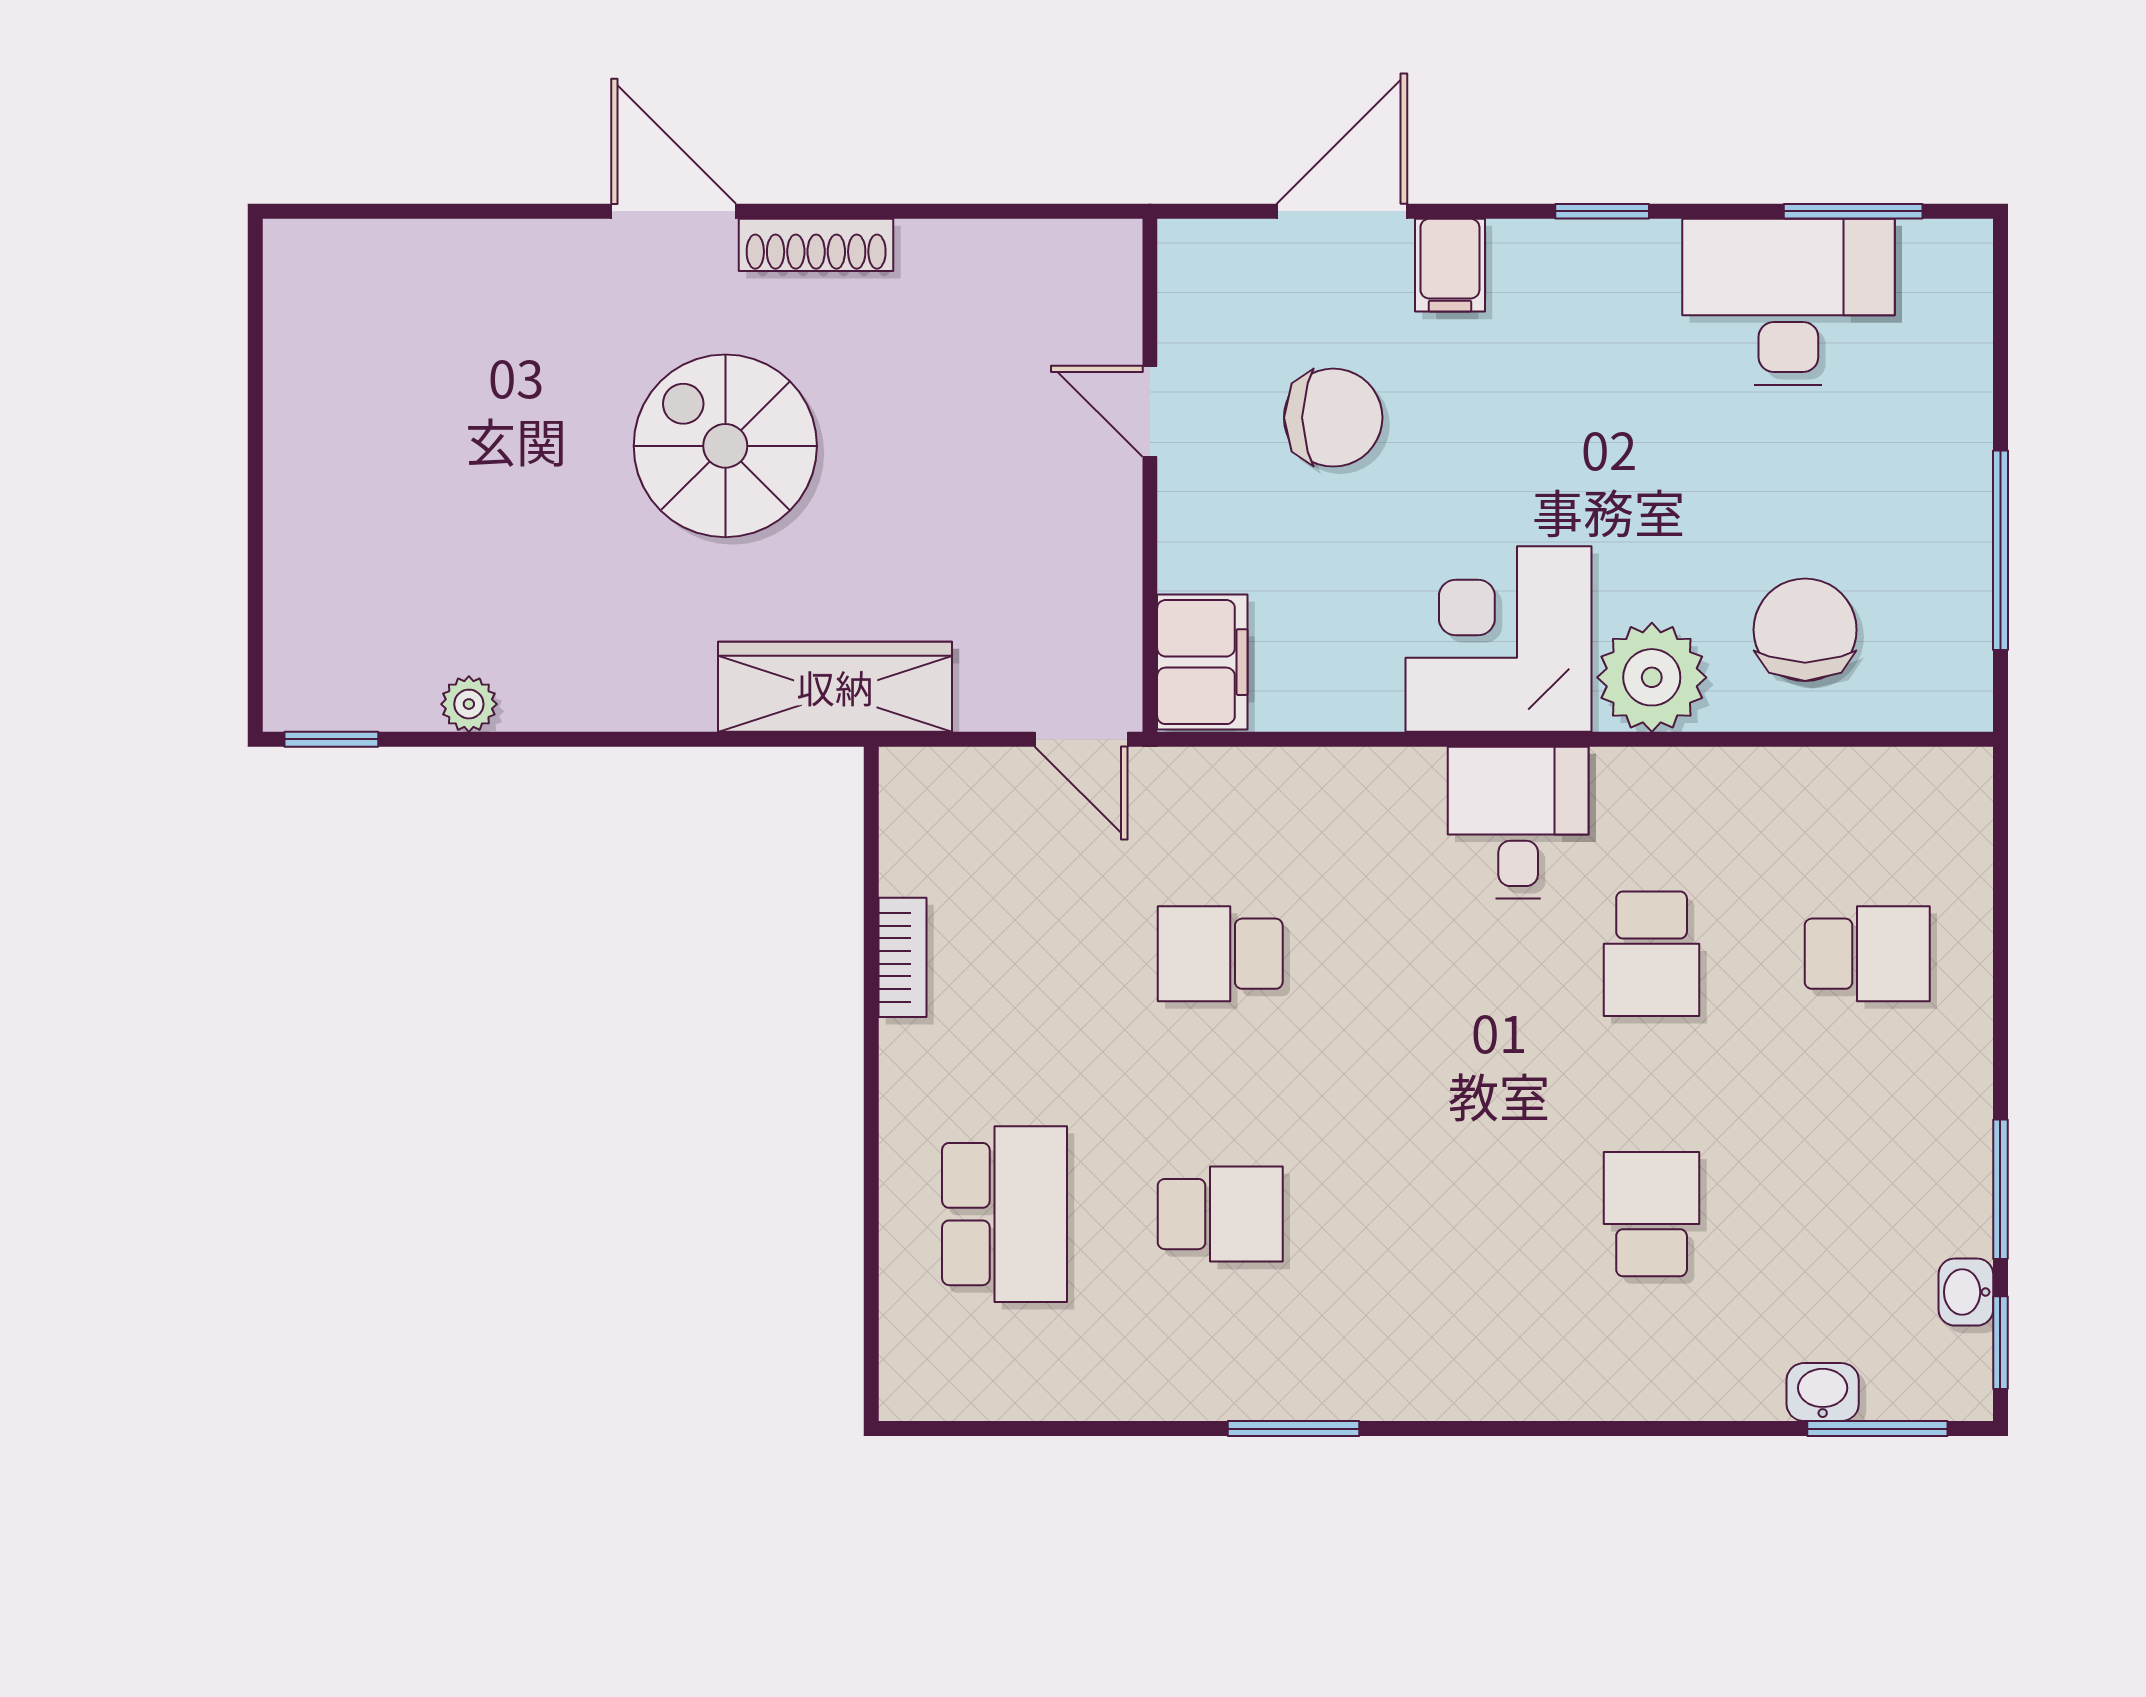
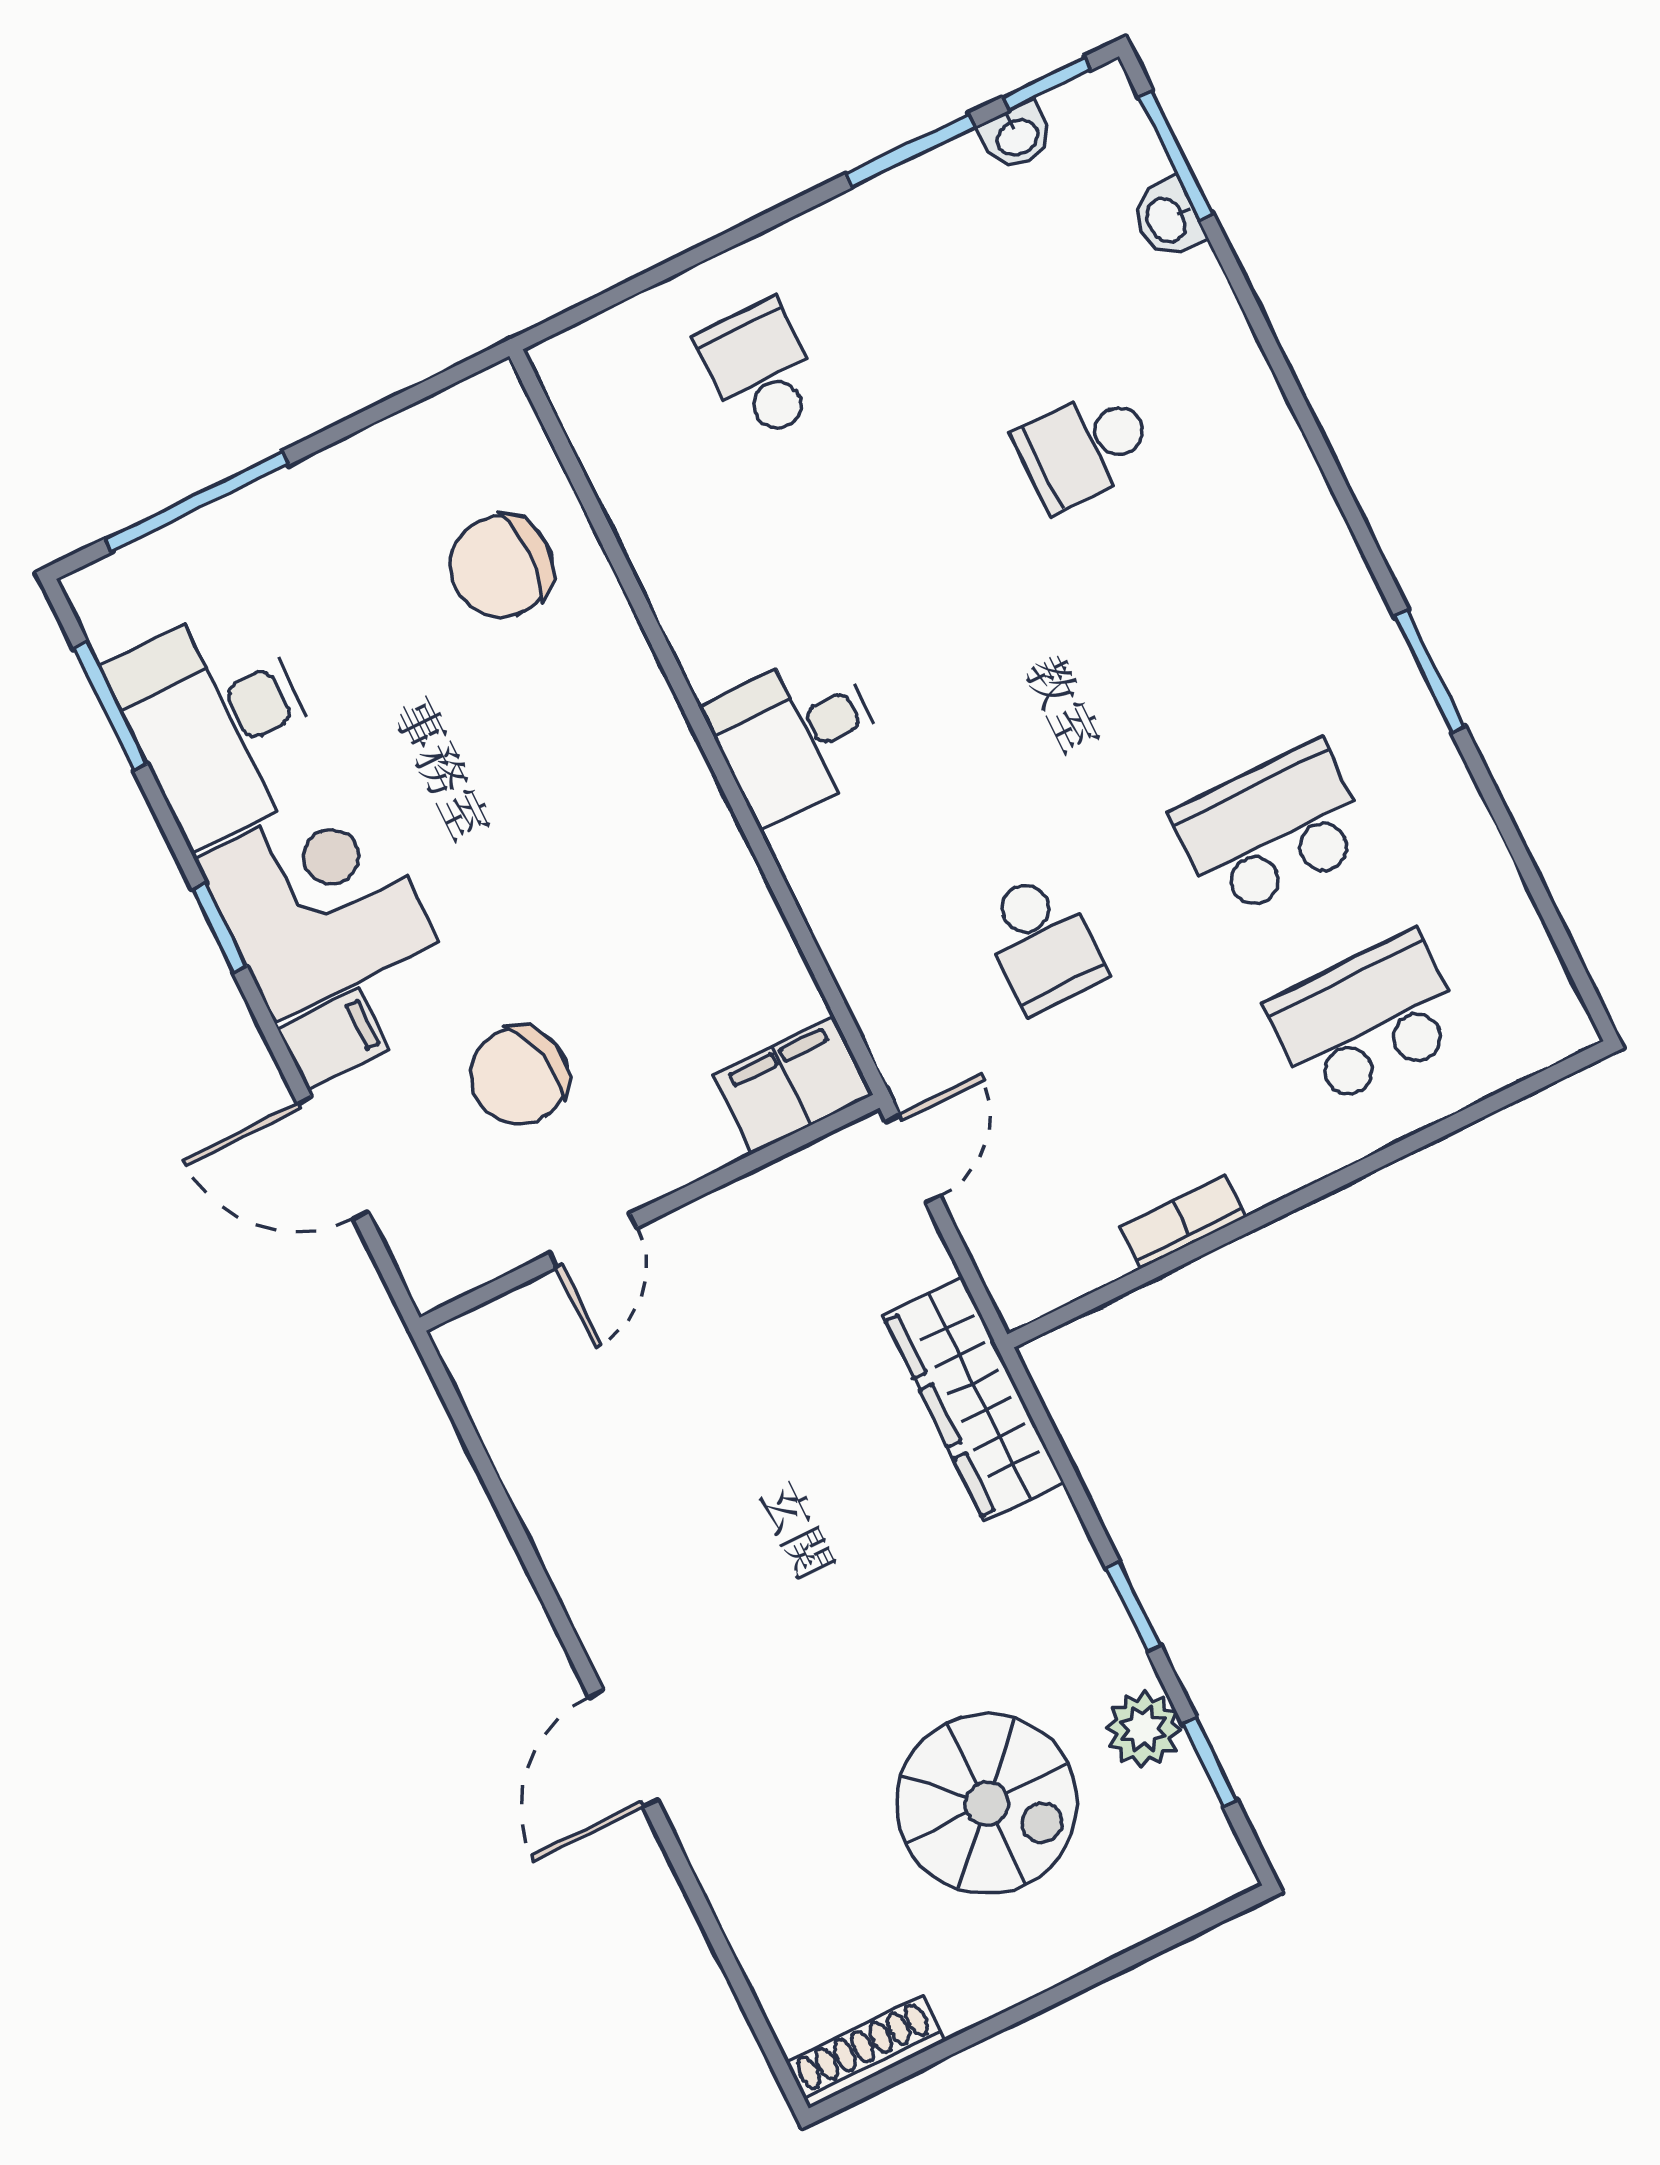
shoe rack: (816, 245) -> (865, 2052), moved, turned -90
chair: (1333, 418) -> (519, 1076), turned -103
spiral stairs: (725, 446) -> (987, 1804), moved, turned -90
window: (2000, 550) -> (197, 502), moved
corner desk: (1498, 639) -> (316, 901), moved, turned 180
plant: (1652, 677) -> (610, 681), removed
plant: (469, 704) -> (1143, 1729), width x1.38, depth x1.38
window: (331, 739) -> (1210, 1762), moved
window: (574, 739) -> (1133, 1607), added
school desk: (1652, 954) -> (854, 561), removed
school desk: (1220, 1214) -> (1272, 829), width x1.85

